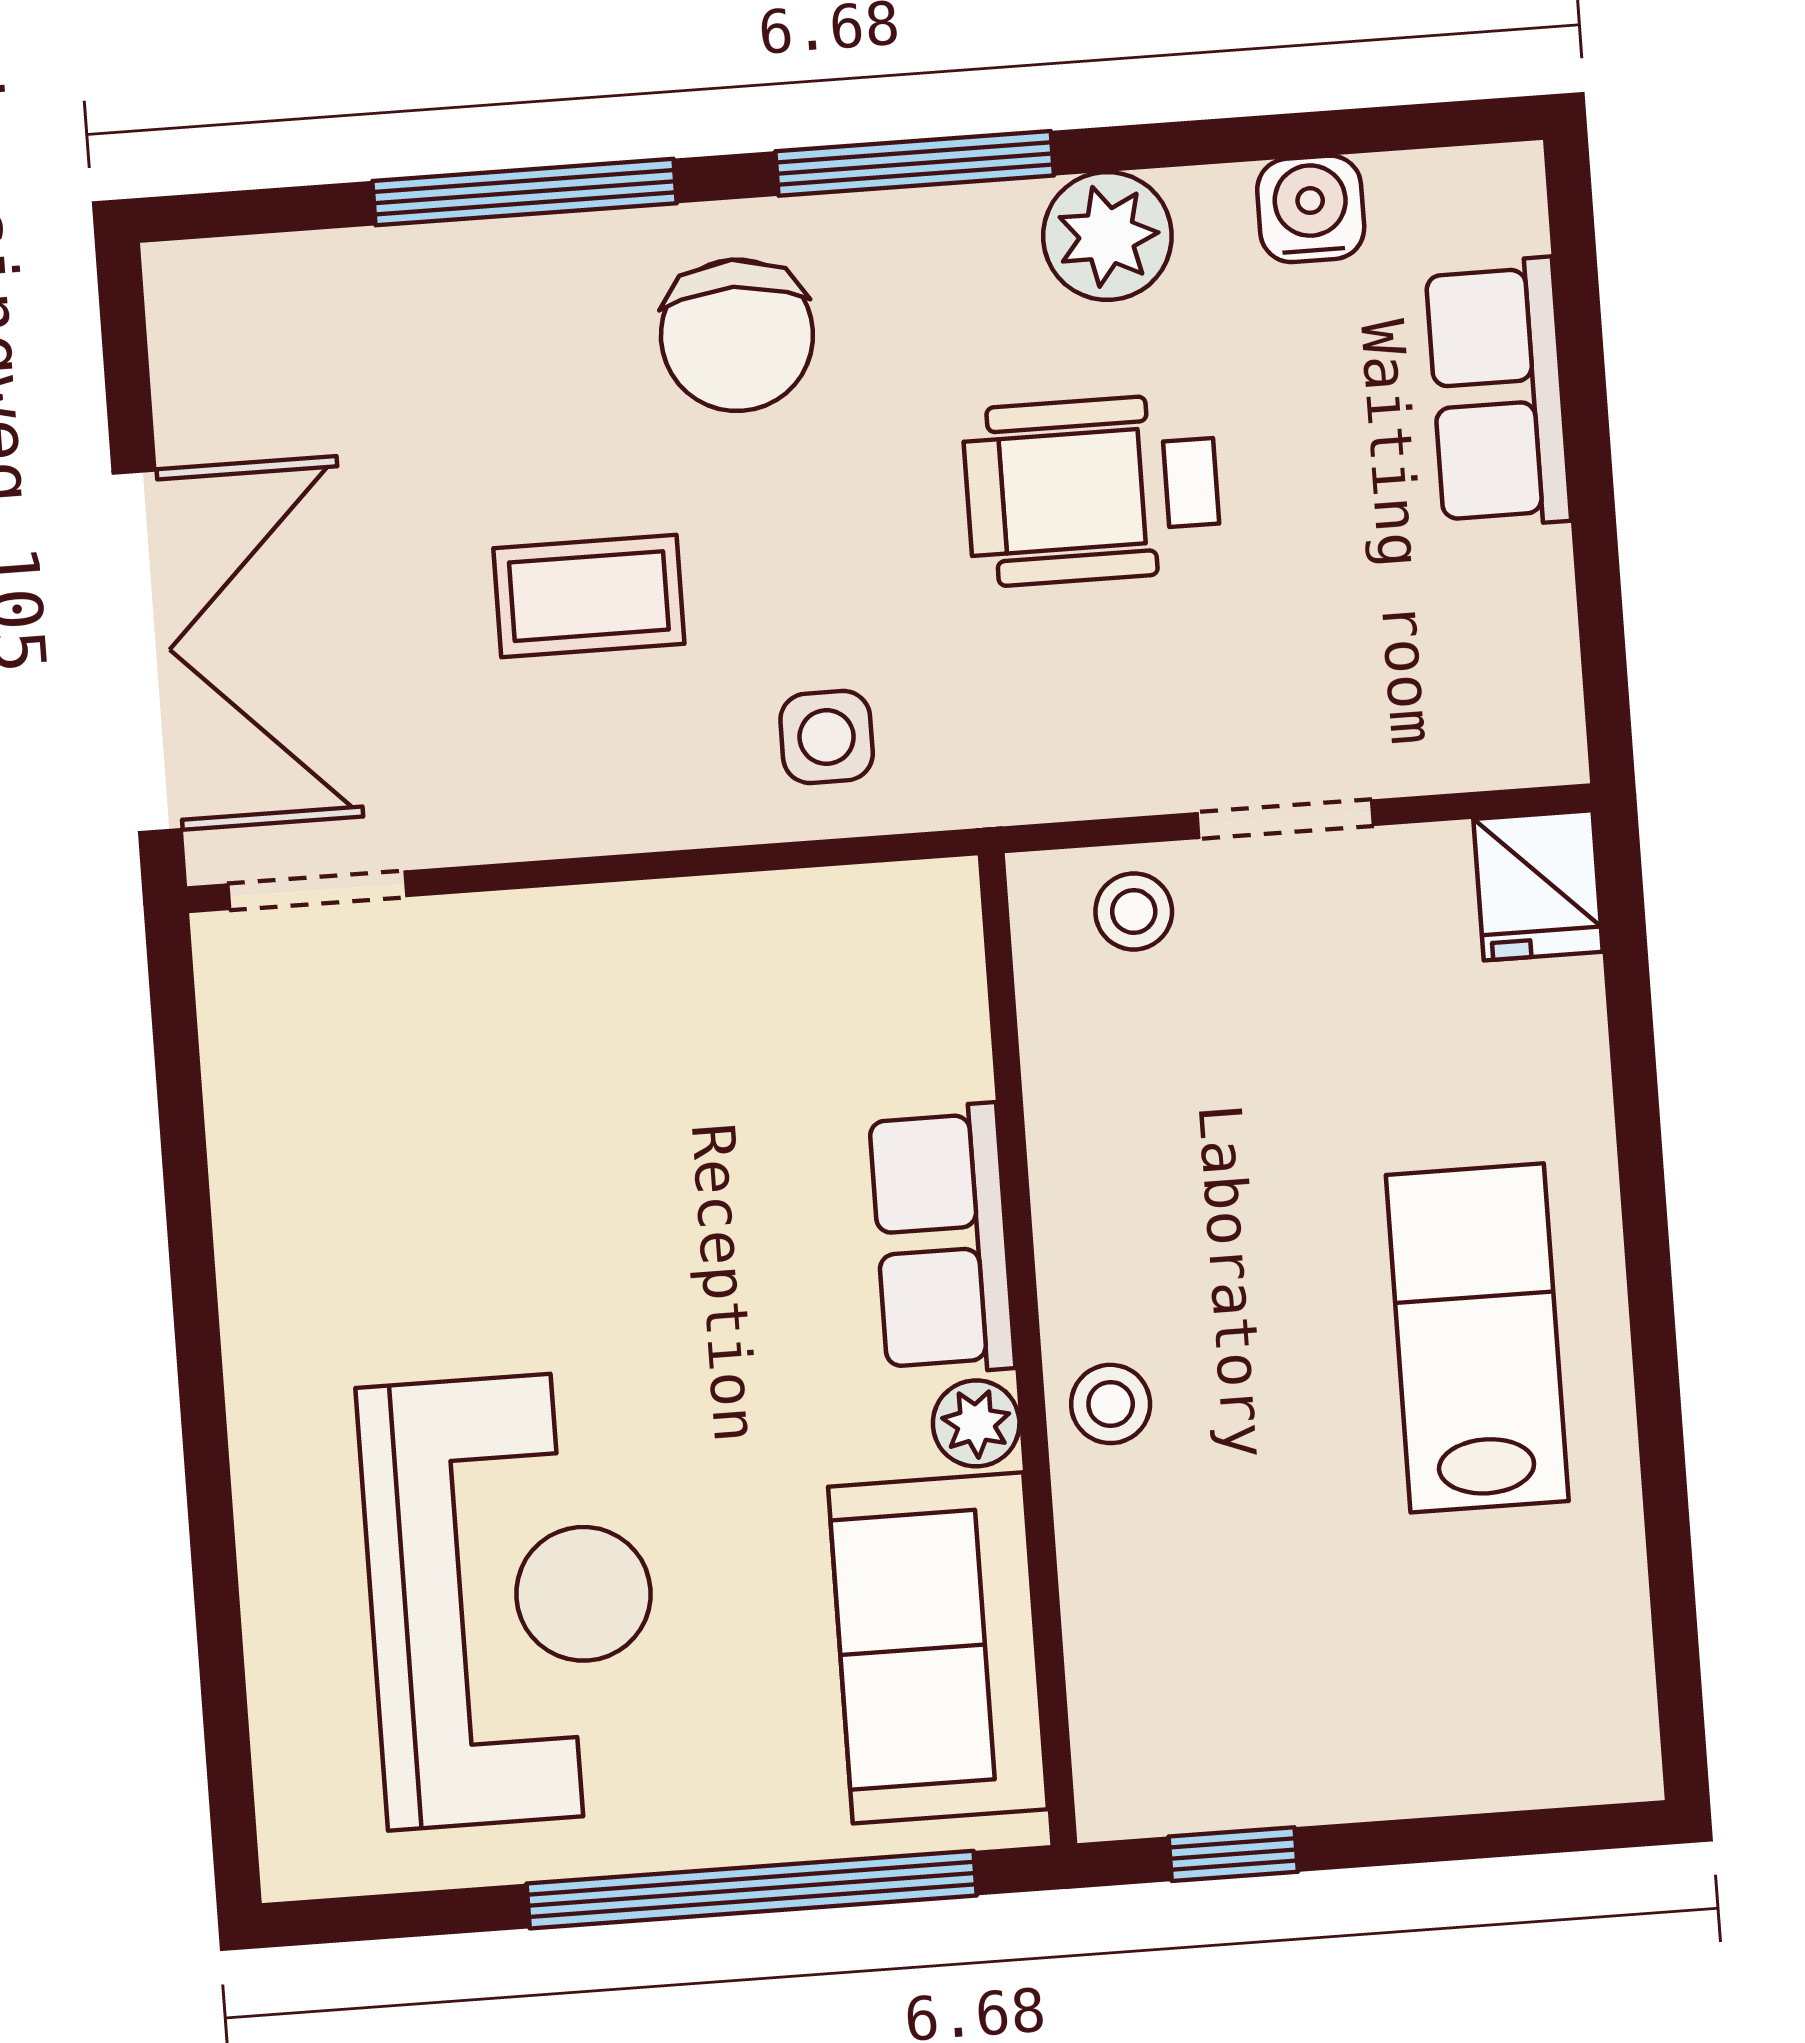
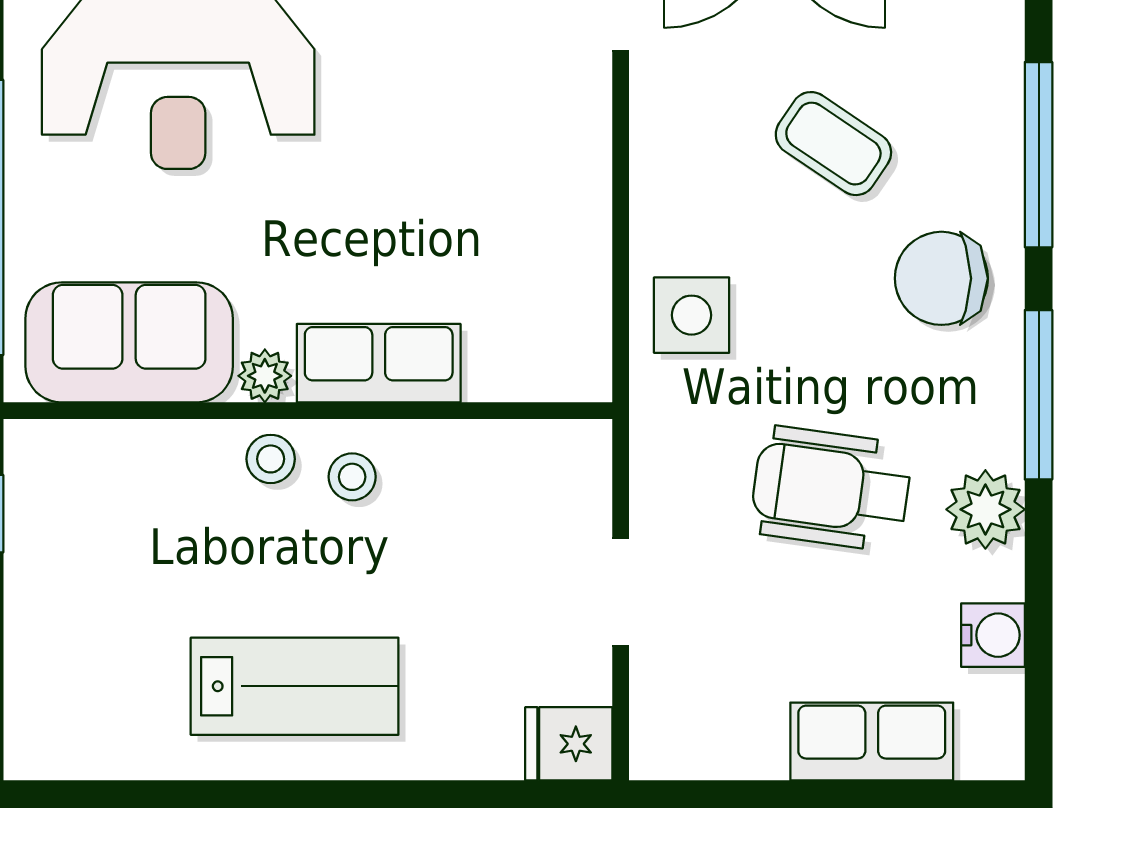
wheelchair: (1092, 490) -> (831, 489), turned -82
coffee table: (589, 596) -> (833, 144), moved, turned -56
side table: (827, 737) -> (692, 315), width x1.37, depth x1.37
stool: (1134, 911) -> (352, 477), moved

